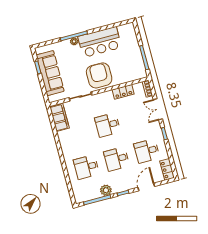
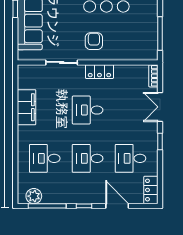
armchair: (99, 75) -> (94, 41), width x0.53, depth x0.53
locker: (123, 92) -> (99, 72), moved
filing cabinet: (60, 117) -> (26, 107), moved
door: (146, 187) -> (117, 206), hinge flipped
plant: (106, 190) -> (34, 196), moved

